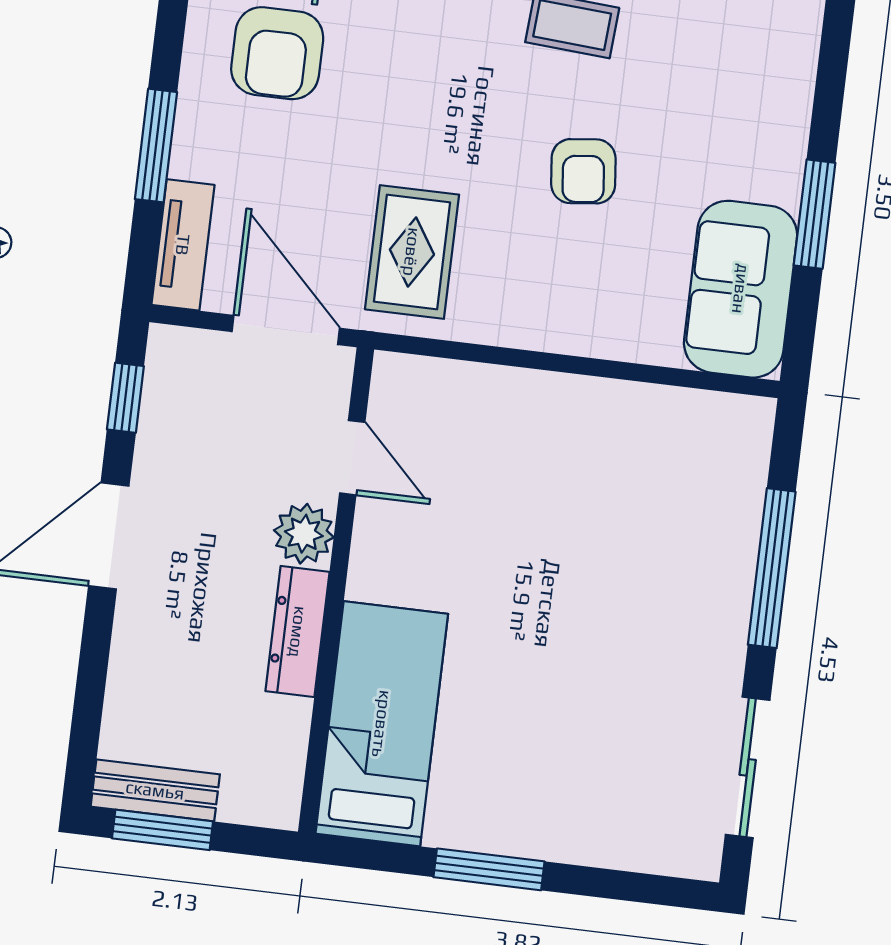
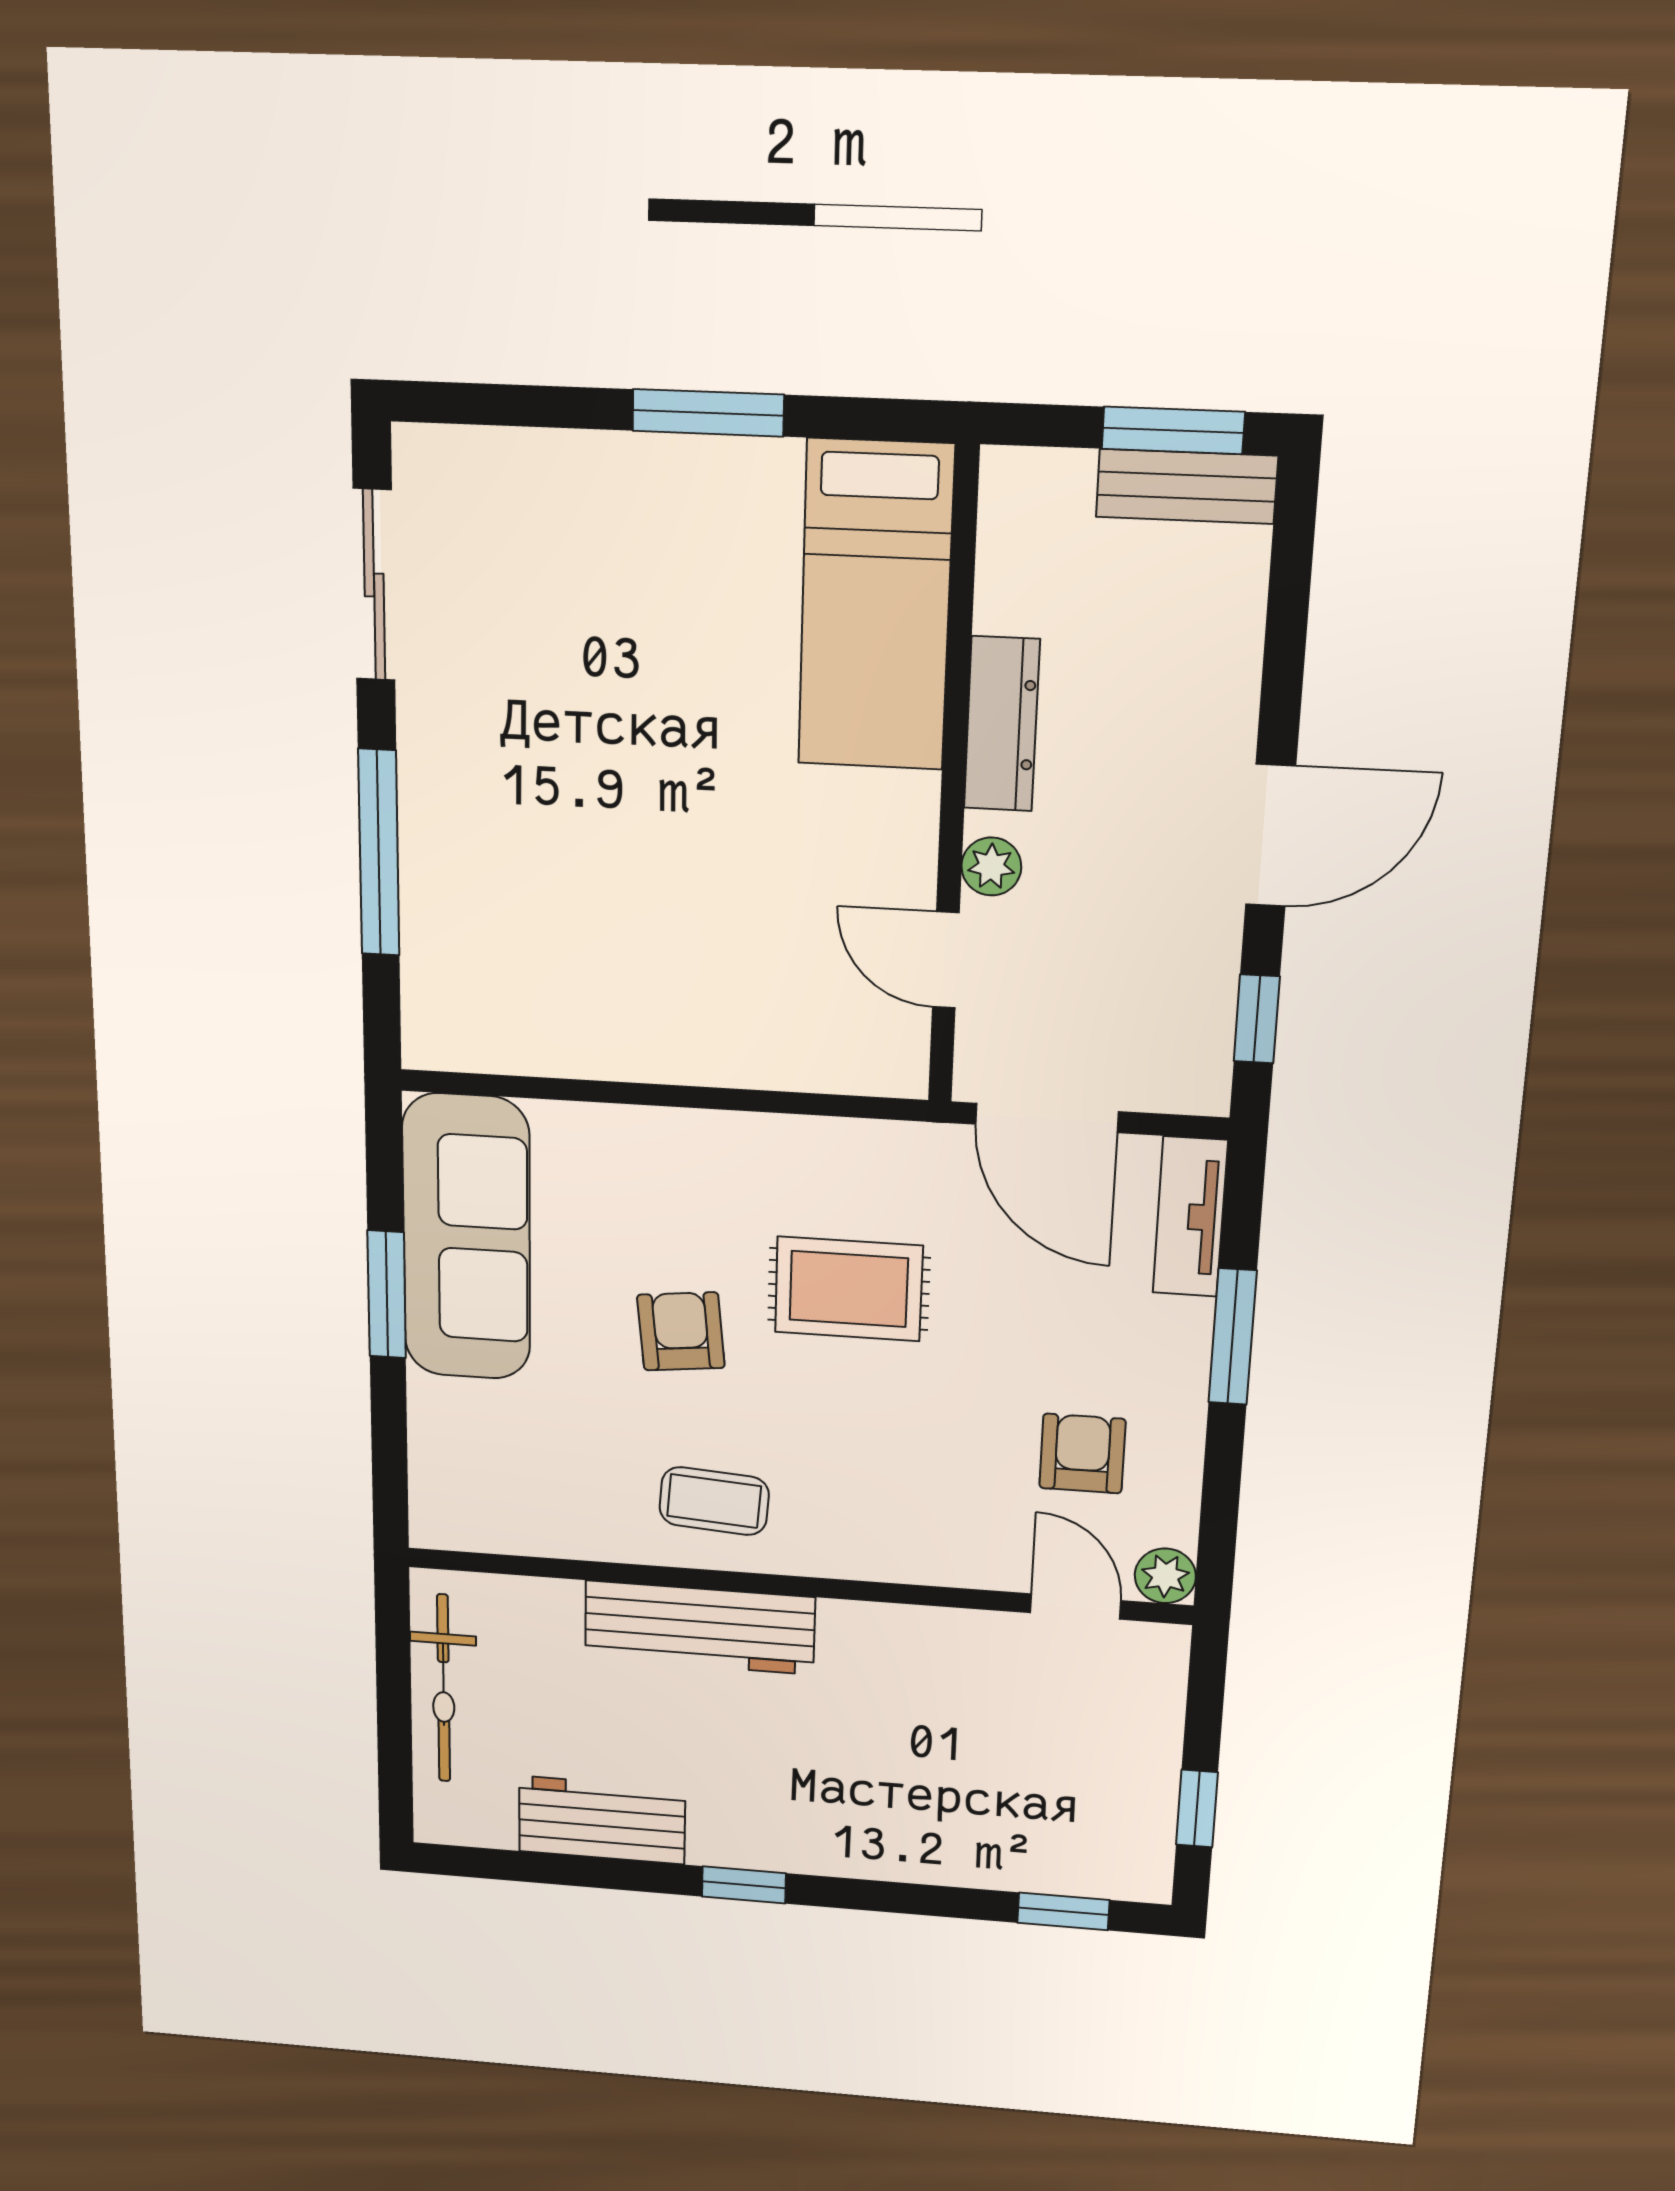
armchair: (277, 53) -> (1082, 1454), width x0.72, depth x0.72
rug: (412, 252) -> (849, 1289), moved, turned 90
sofa: (741, 289) -> (467, 1238), width x1.36
plant: (304, 534) -> (991, 866), width x0.73, depth x0.73

